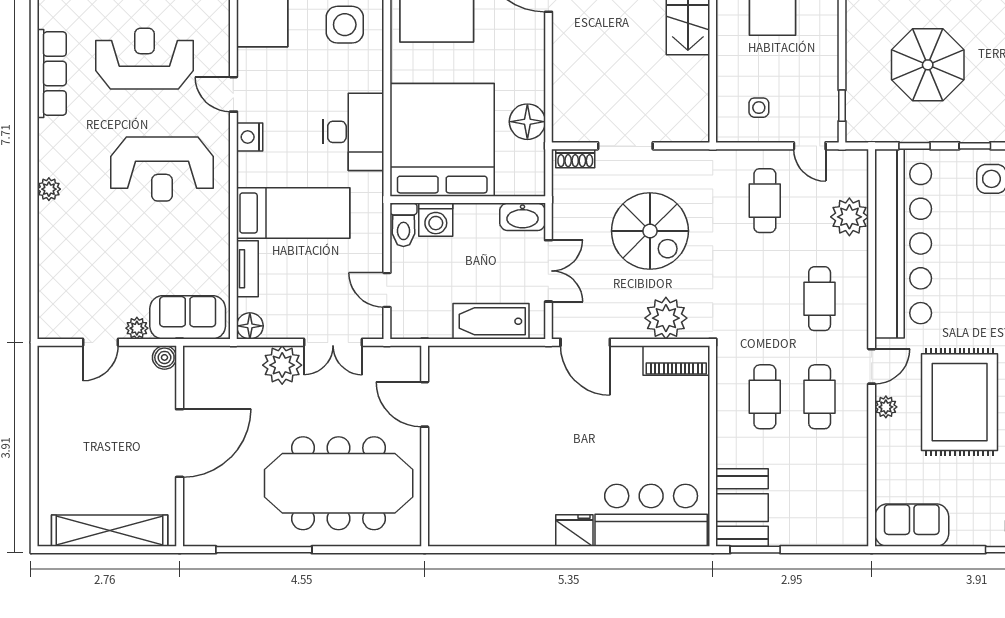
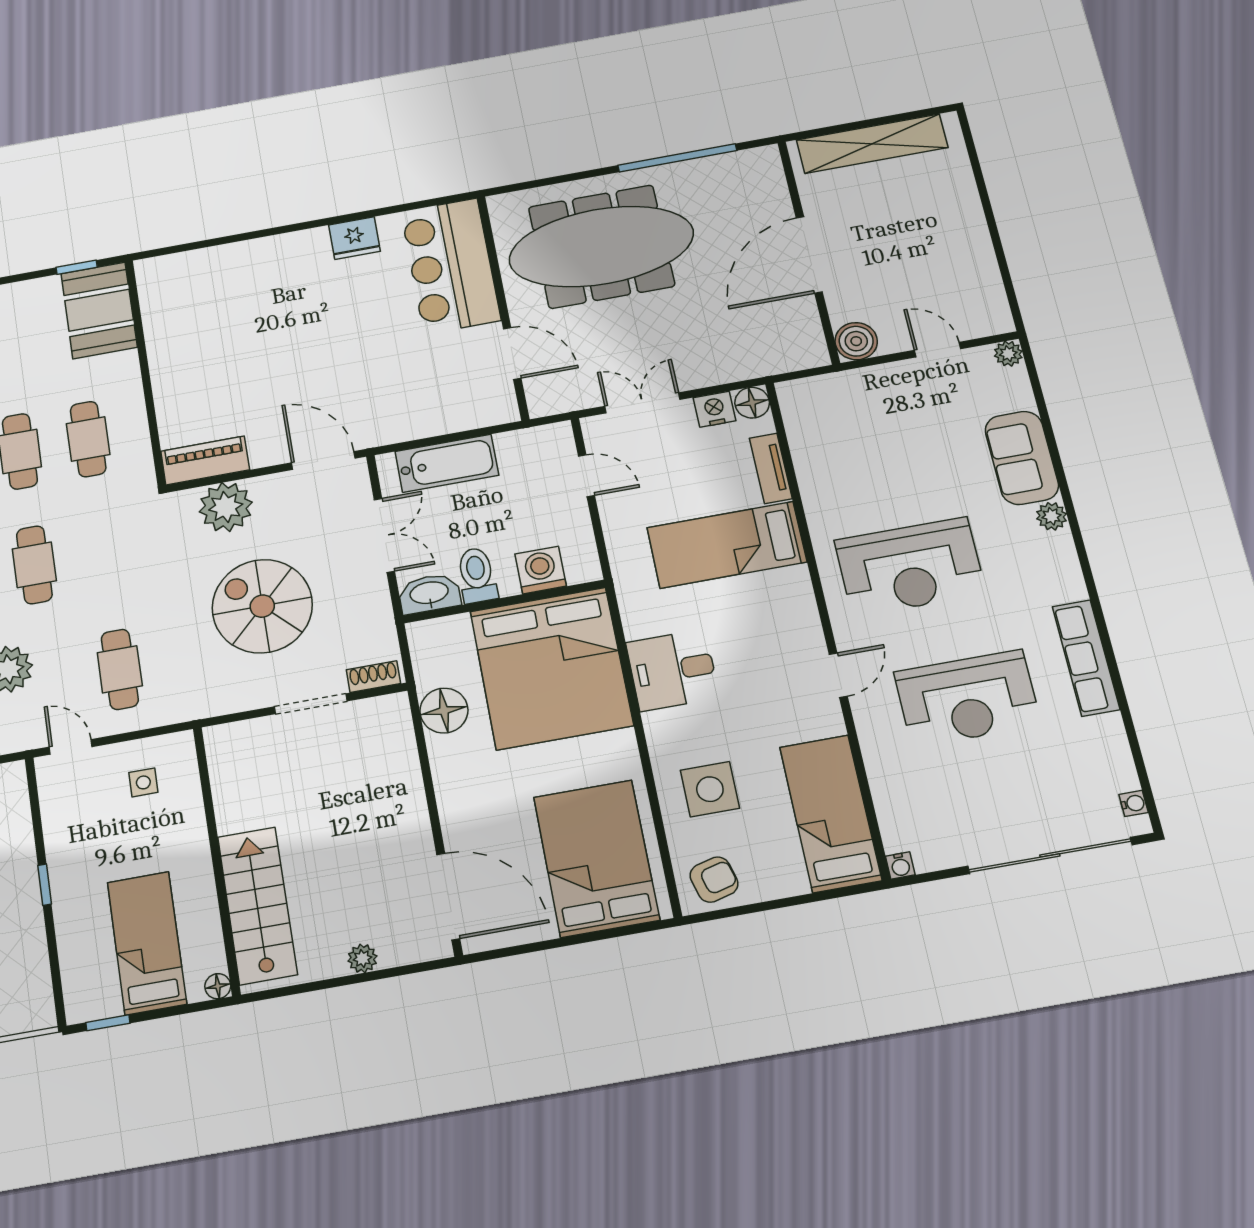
door: (233, 94) -> (838, 675), hinge flipped
window: (842, 106) -> (45, 885), moved
desk: (353, 132) -> (673, 670), width x0.73
nightstand: (250, 137) -> (714, 409), moved, turned -90
reception desk: (162, 169) -> (910, 567), turned 180
toilet: (403, 225) -> (477, 575), moved
double door: (548, 271) -> (384, 535), swing flipped
sofa: (188, 317) -> (1022, 458), moved, turned 90
plant: (137, 328) -> (1008, 354), moved
door: (100, 342) -> (938, 350), hinge flipped
boiler: (164, 357) -> (856, 341), width x1.36, depth x1.36
plant: (282, 365) -> (701, 365), removed
bar counter: (651, 515) -> (451, 266), moved, turned 90
fridge: (574, 530) -> (354, 238), moved
window: (755, 550) -> (77, 267), width x0.67

